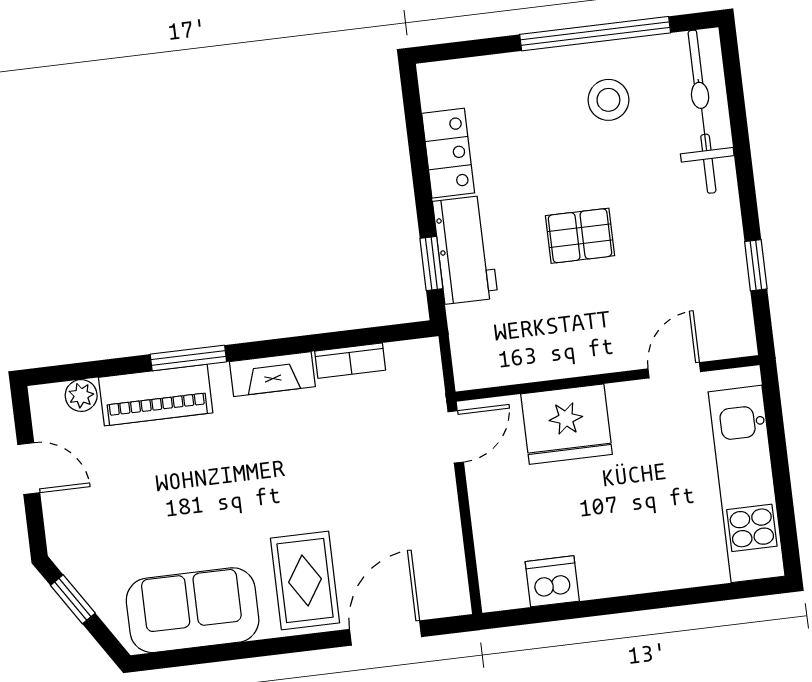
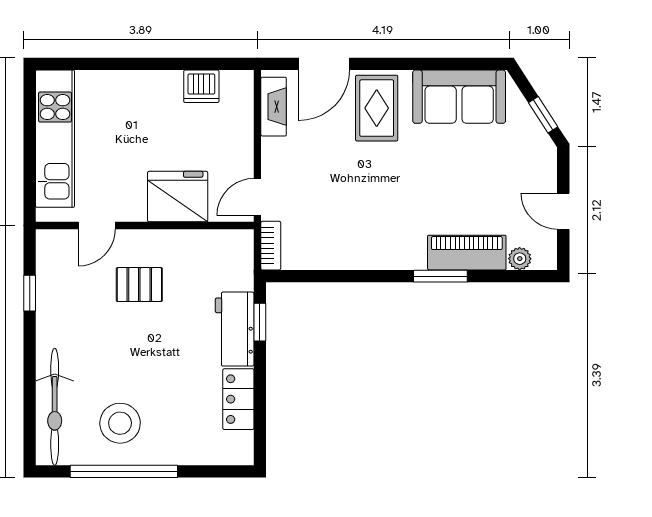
stool: (608, 100) -> (120, 423), width x1.38, depth x1.38
pallet: (580, 236) -> (139, 285), moved
bookcase: (350, 361) -> (271, 246), moved, turned 90
fireplace: (272, 374) -> (274, 107), moved, turned 90

